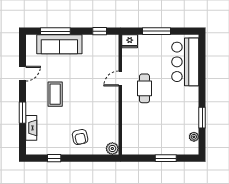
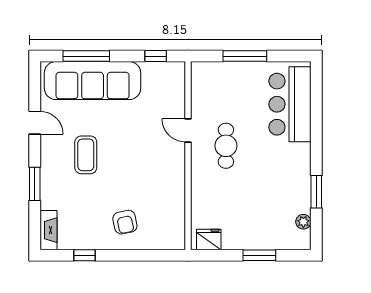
fridge: (130, 41) -> (209, 239), moved, turned 180
sofa: (59, 44) -> (93, 81), width x1.36, depth x1.27
door: (22, 74) -> (35, 123), hinge flipped
door: (120, 79) -> (188, 130), hinge flipped
fireplace: (31, 128) -> (48, 230), moved
plant: (112, 148) -> (176, 240), removed

